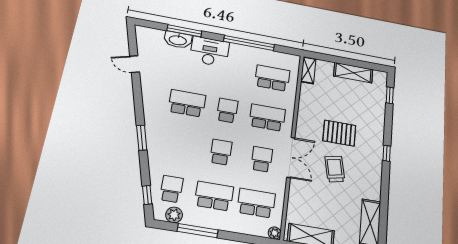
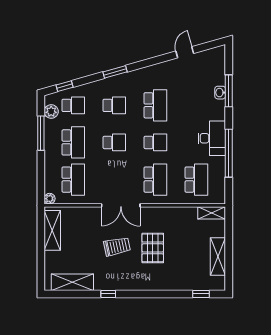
washbasin: (178, 40) -> (220, 93), width x0.52, depth x0.69
desk: (209, 52) -> (212, 138), moved
window: (387, 153) -> (108, 294), moved
school desk: (262, 159) -> (114, 105), moved

